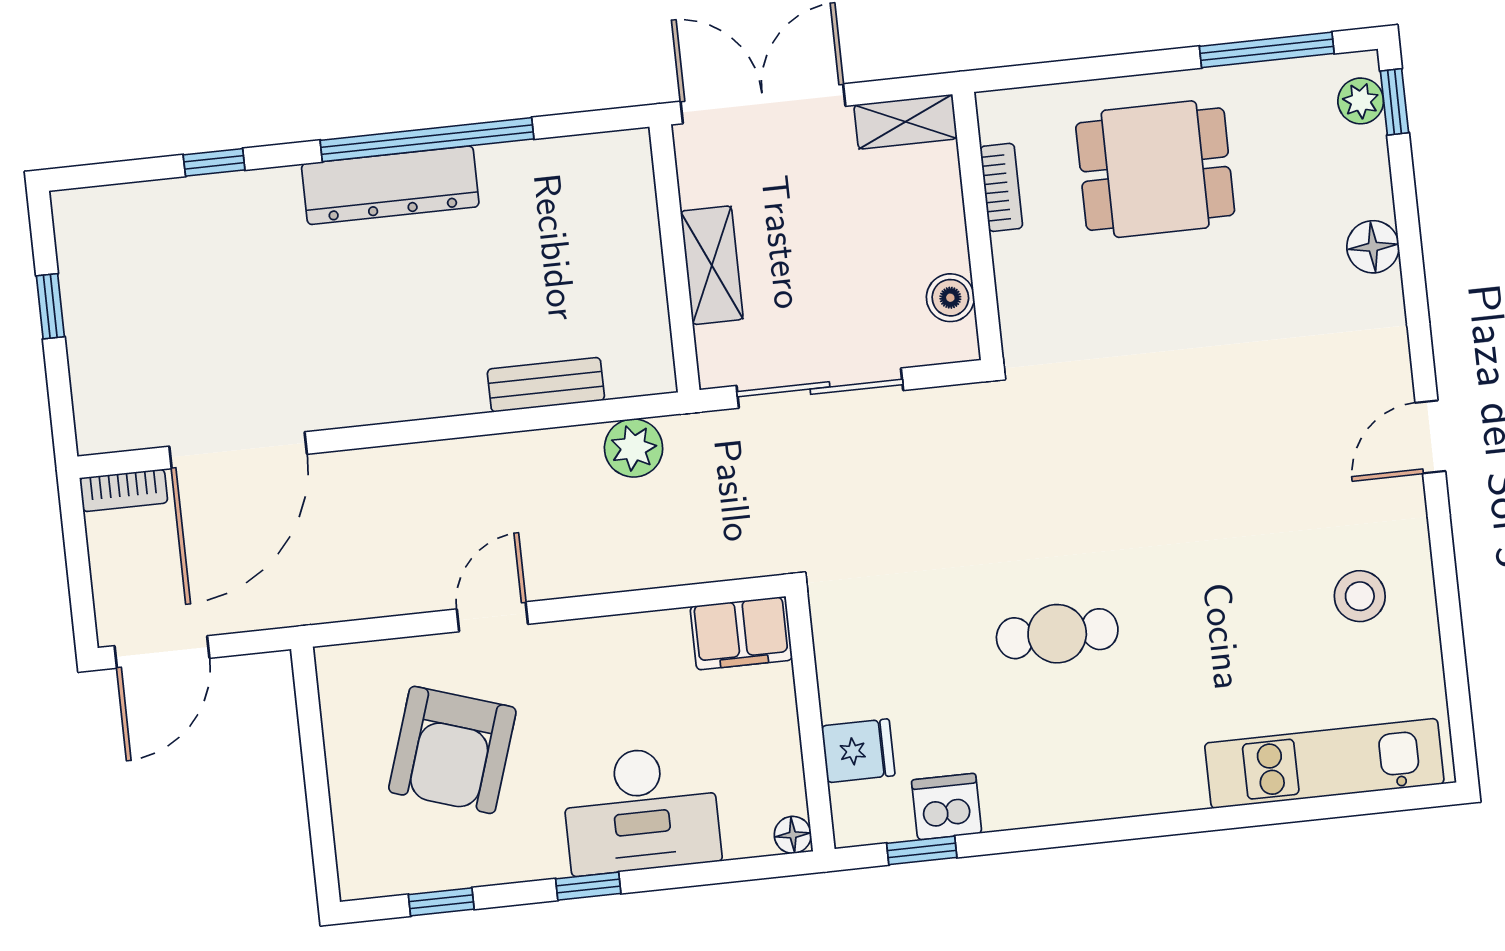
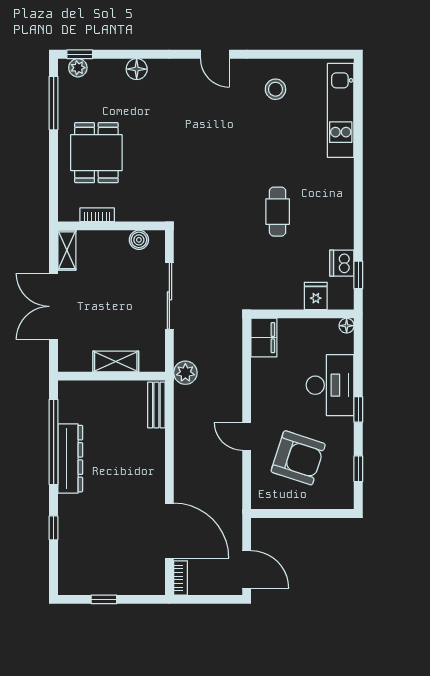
wall: (674, 258) -> (111, 376), moved
shelving: (712, 265) -> (116, 362), moved

